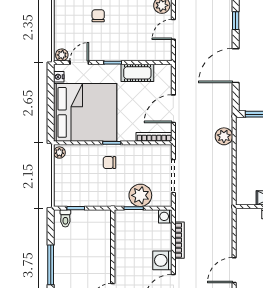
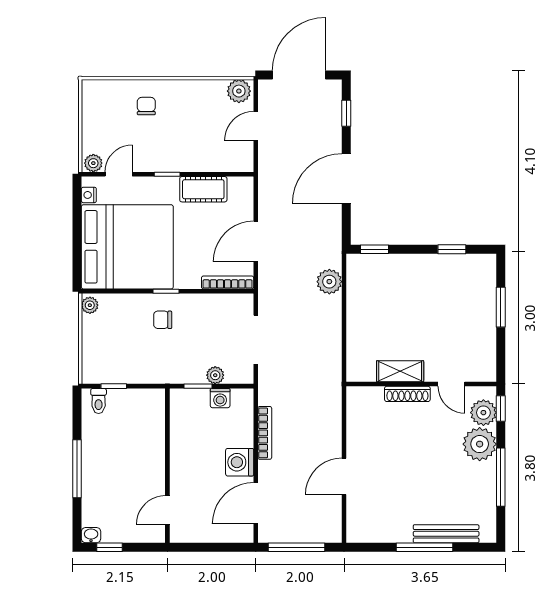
plant: (140, 195) -> (215, 375), width x0.53, depth x0.53
washing machine: (165, 216) -> (220, 398), moved, turned -90

